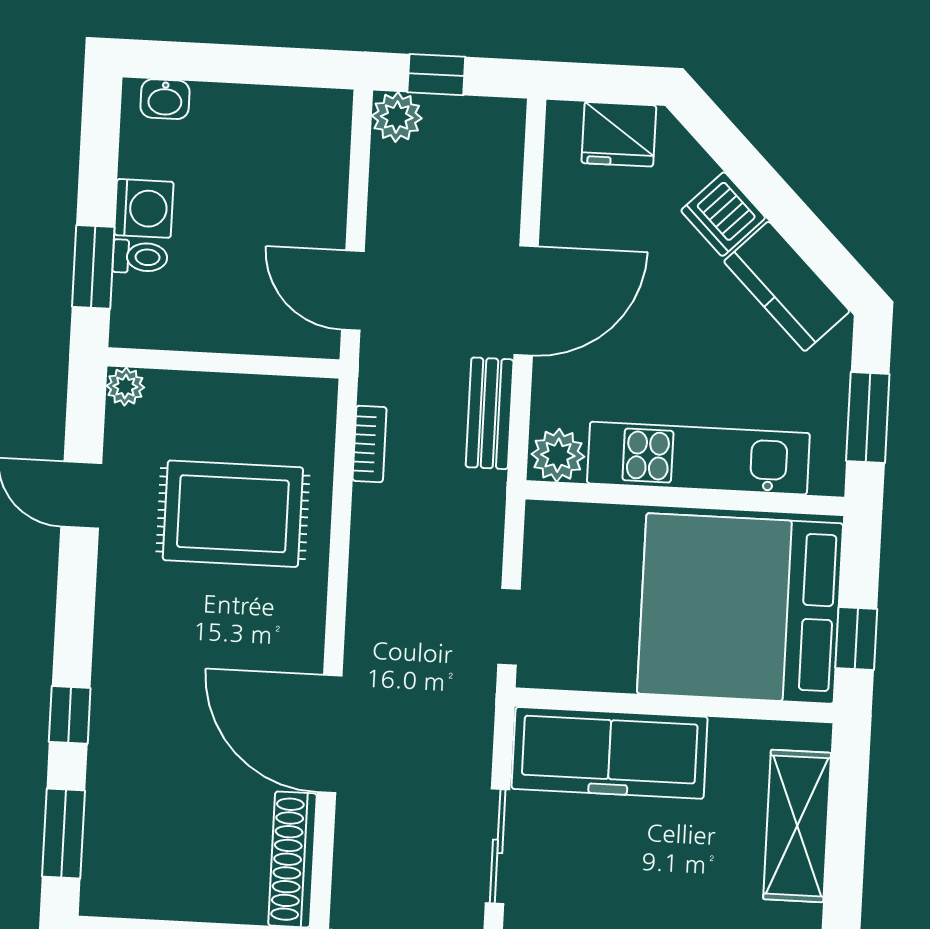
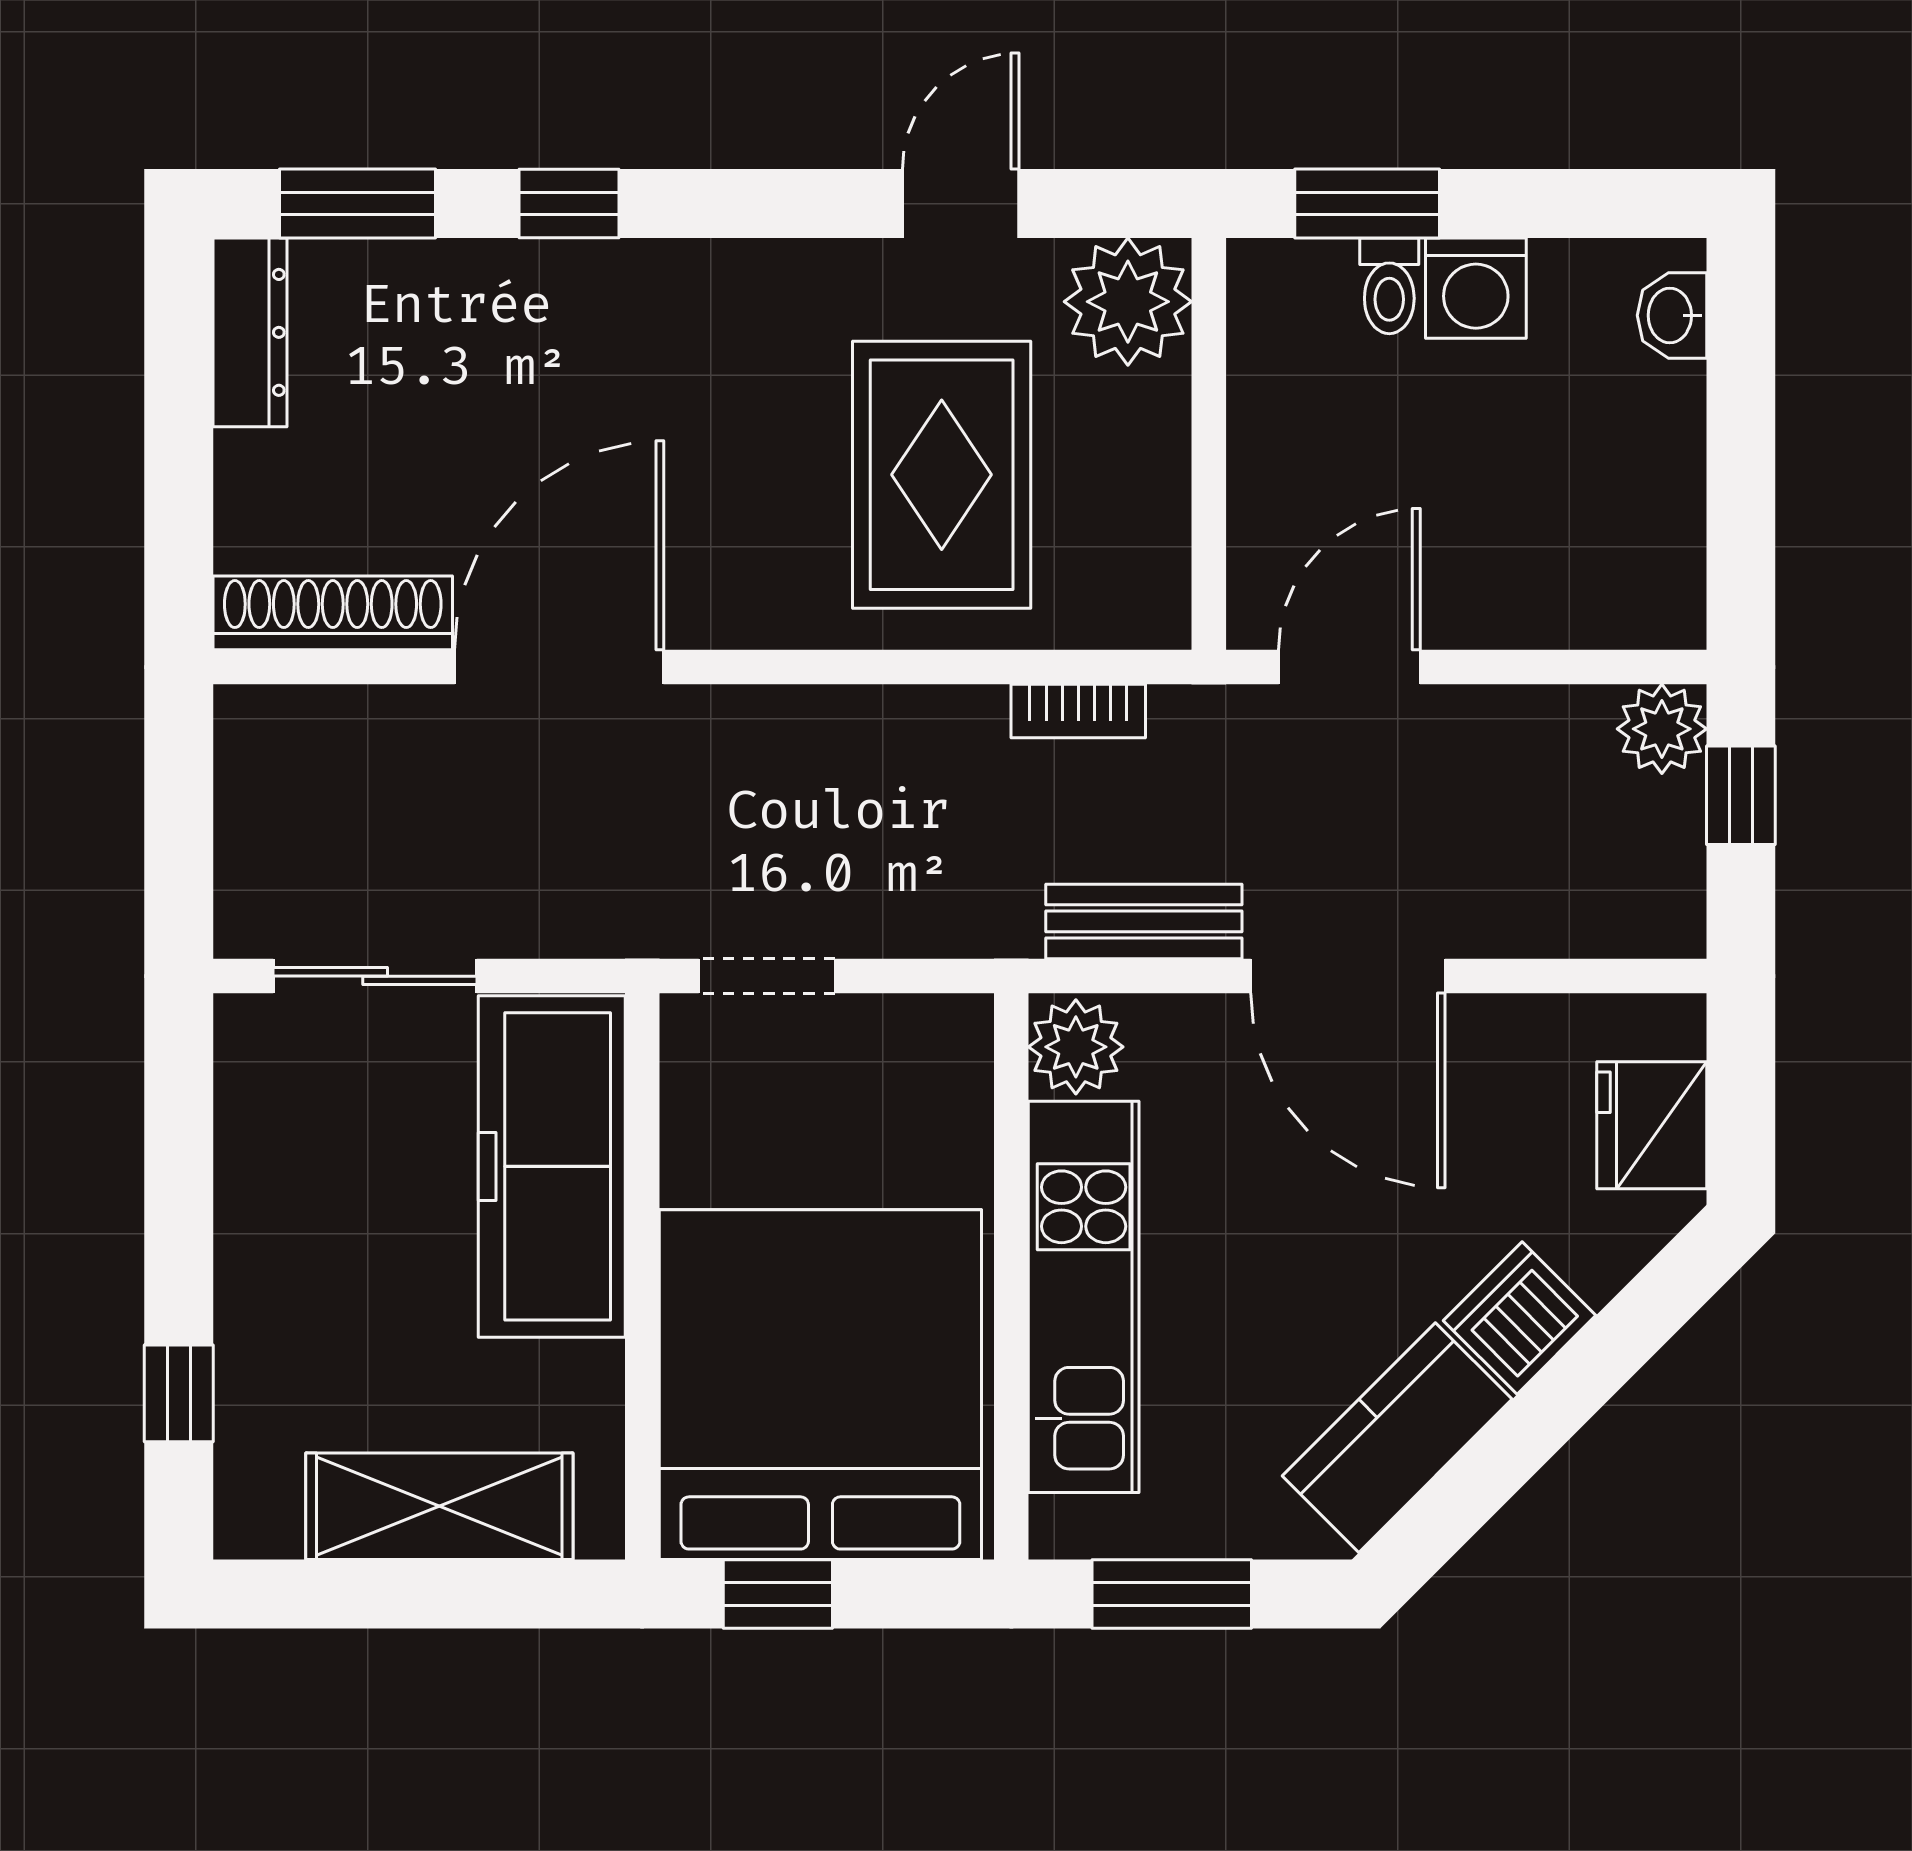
plant: (125, 387) -> (1128, 302), width x1.88, depth x1.88
dresser: (133, 898) -> (250, 332), added

